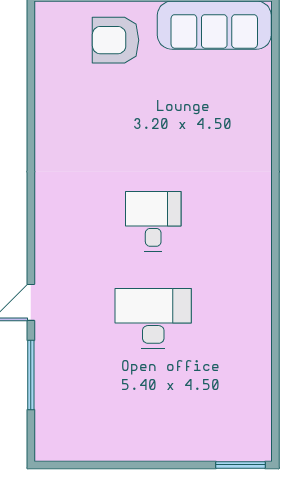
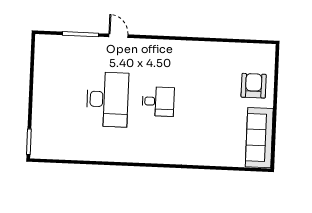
desk: (153, 318) -> (107, 99), width x1.36, depth x1.30

